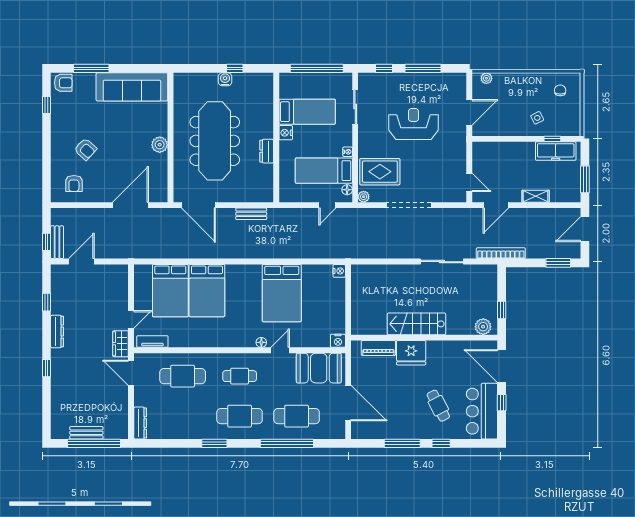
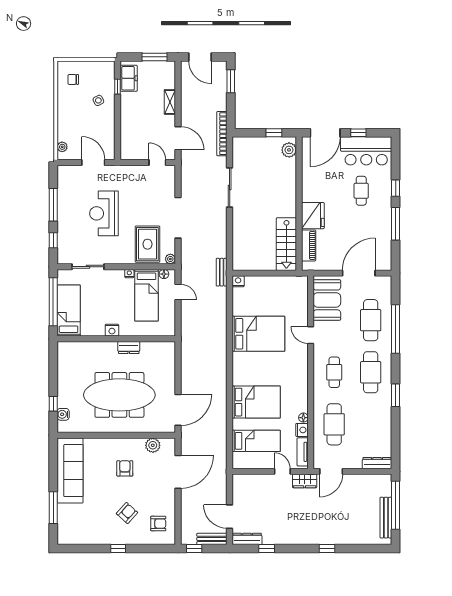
window: (235, 68) -> (53, 404), moved
water cooler: (225, 79) -> (63, 414), moved
armchair: (63, 83) -> (125, 468), moved
window: (46, 105) -> (118, 549), moved
bed: (307, 112) -> (69, 311), moved
plant: (160, 145) -> (153, 445), moved
freezer: (556, 151) -> (129, 78), width x0.71
door: (469, 182) -> (157, 162), hinge flipped
door: (130, 205) -> (178, 472), swing flipped
bench: (251, 214) -> (222, 272), moved
window: (46, 242) -> (194, 549), moved
bed: (170, 291) -> (256, 441), width x0.67
stairs: (416, 324) -> (286, 244), moved
dresser: (57, 332) -> (247, 539), moved
nightstand: (338, 341) -> (302, 430), moved
floor lamp: (261, 342) -> (303, 418), moved
cafe table: (438, 406) -> (361, 191), turned -63
bench: (86, 433) -> (386, 518), width x1.36

